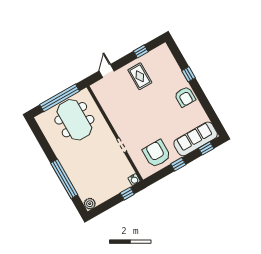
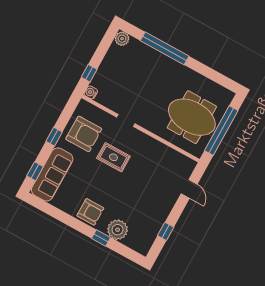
plant: (174, 73) -> (118, 230), added
rug: (140, 76) -> (113, 157), moved
armchair: (185, 97) -> (90, 212), turned 180

